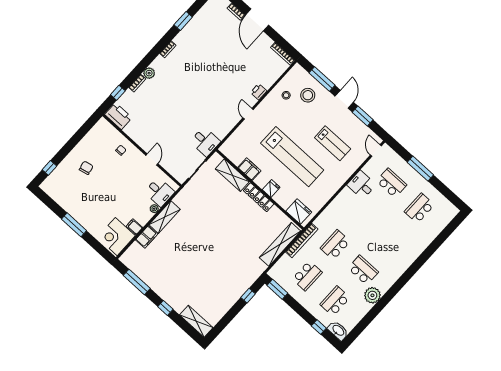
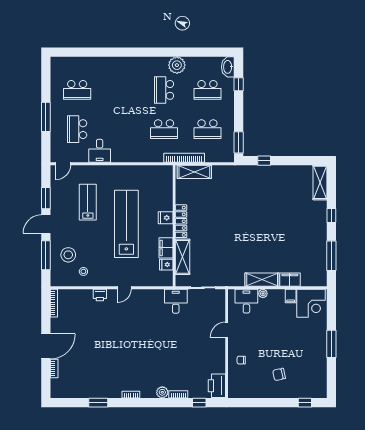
fridge: (299, 212) -> (166, 265), moved, width x0.53, depth x0.75
shelving: (280, 244) -> (194, 172), width x0.68
school desk: (307, 276) -> (207, 129), turned 180

